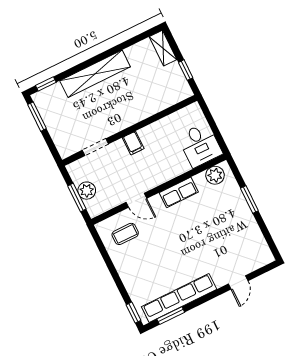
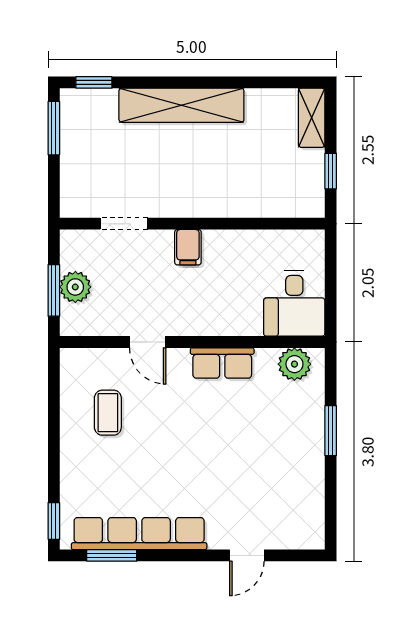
coffee table: (125, 234) -> (108, 413), moved, turned 90

